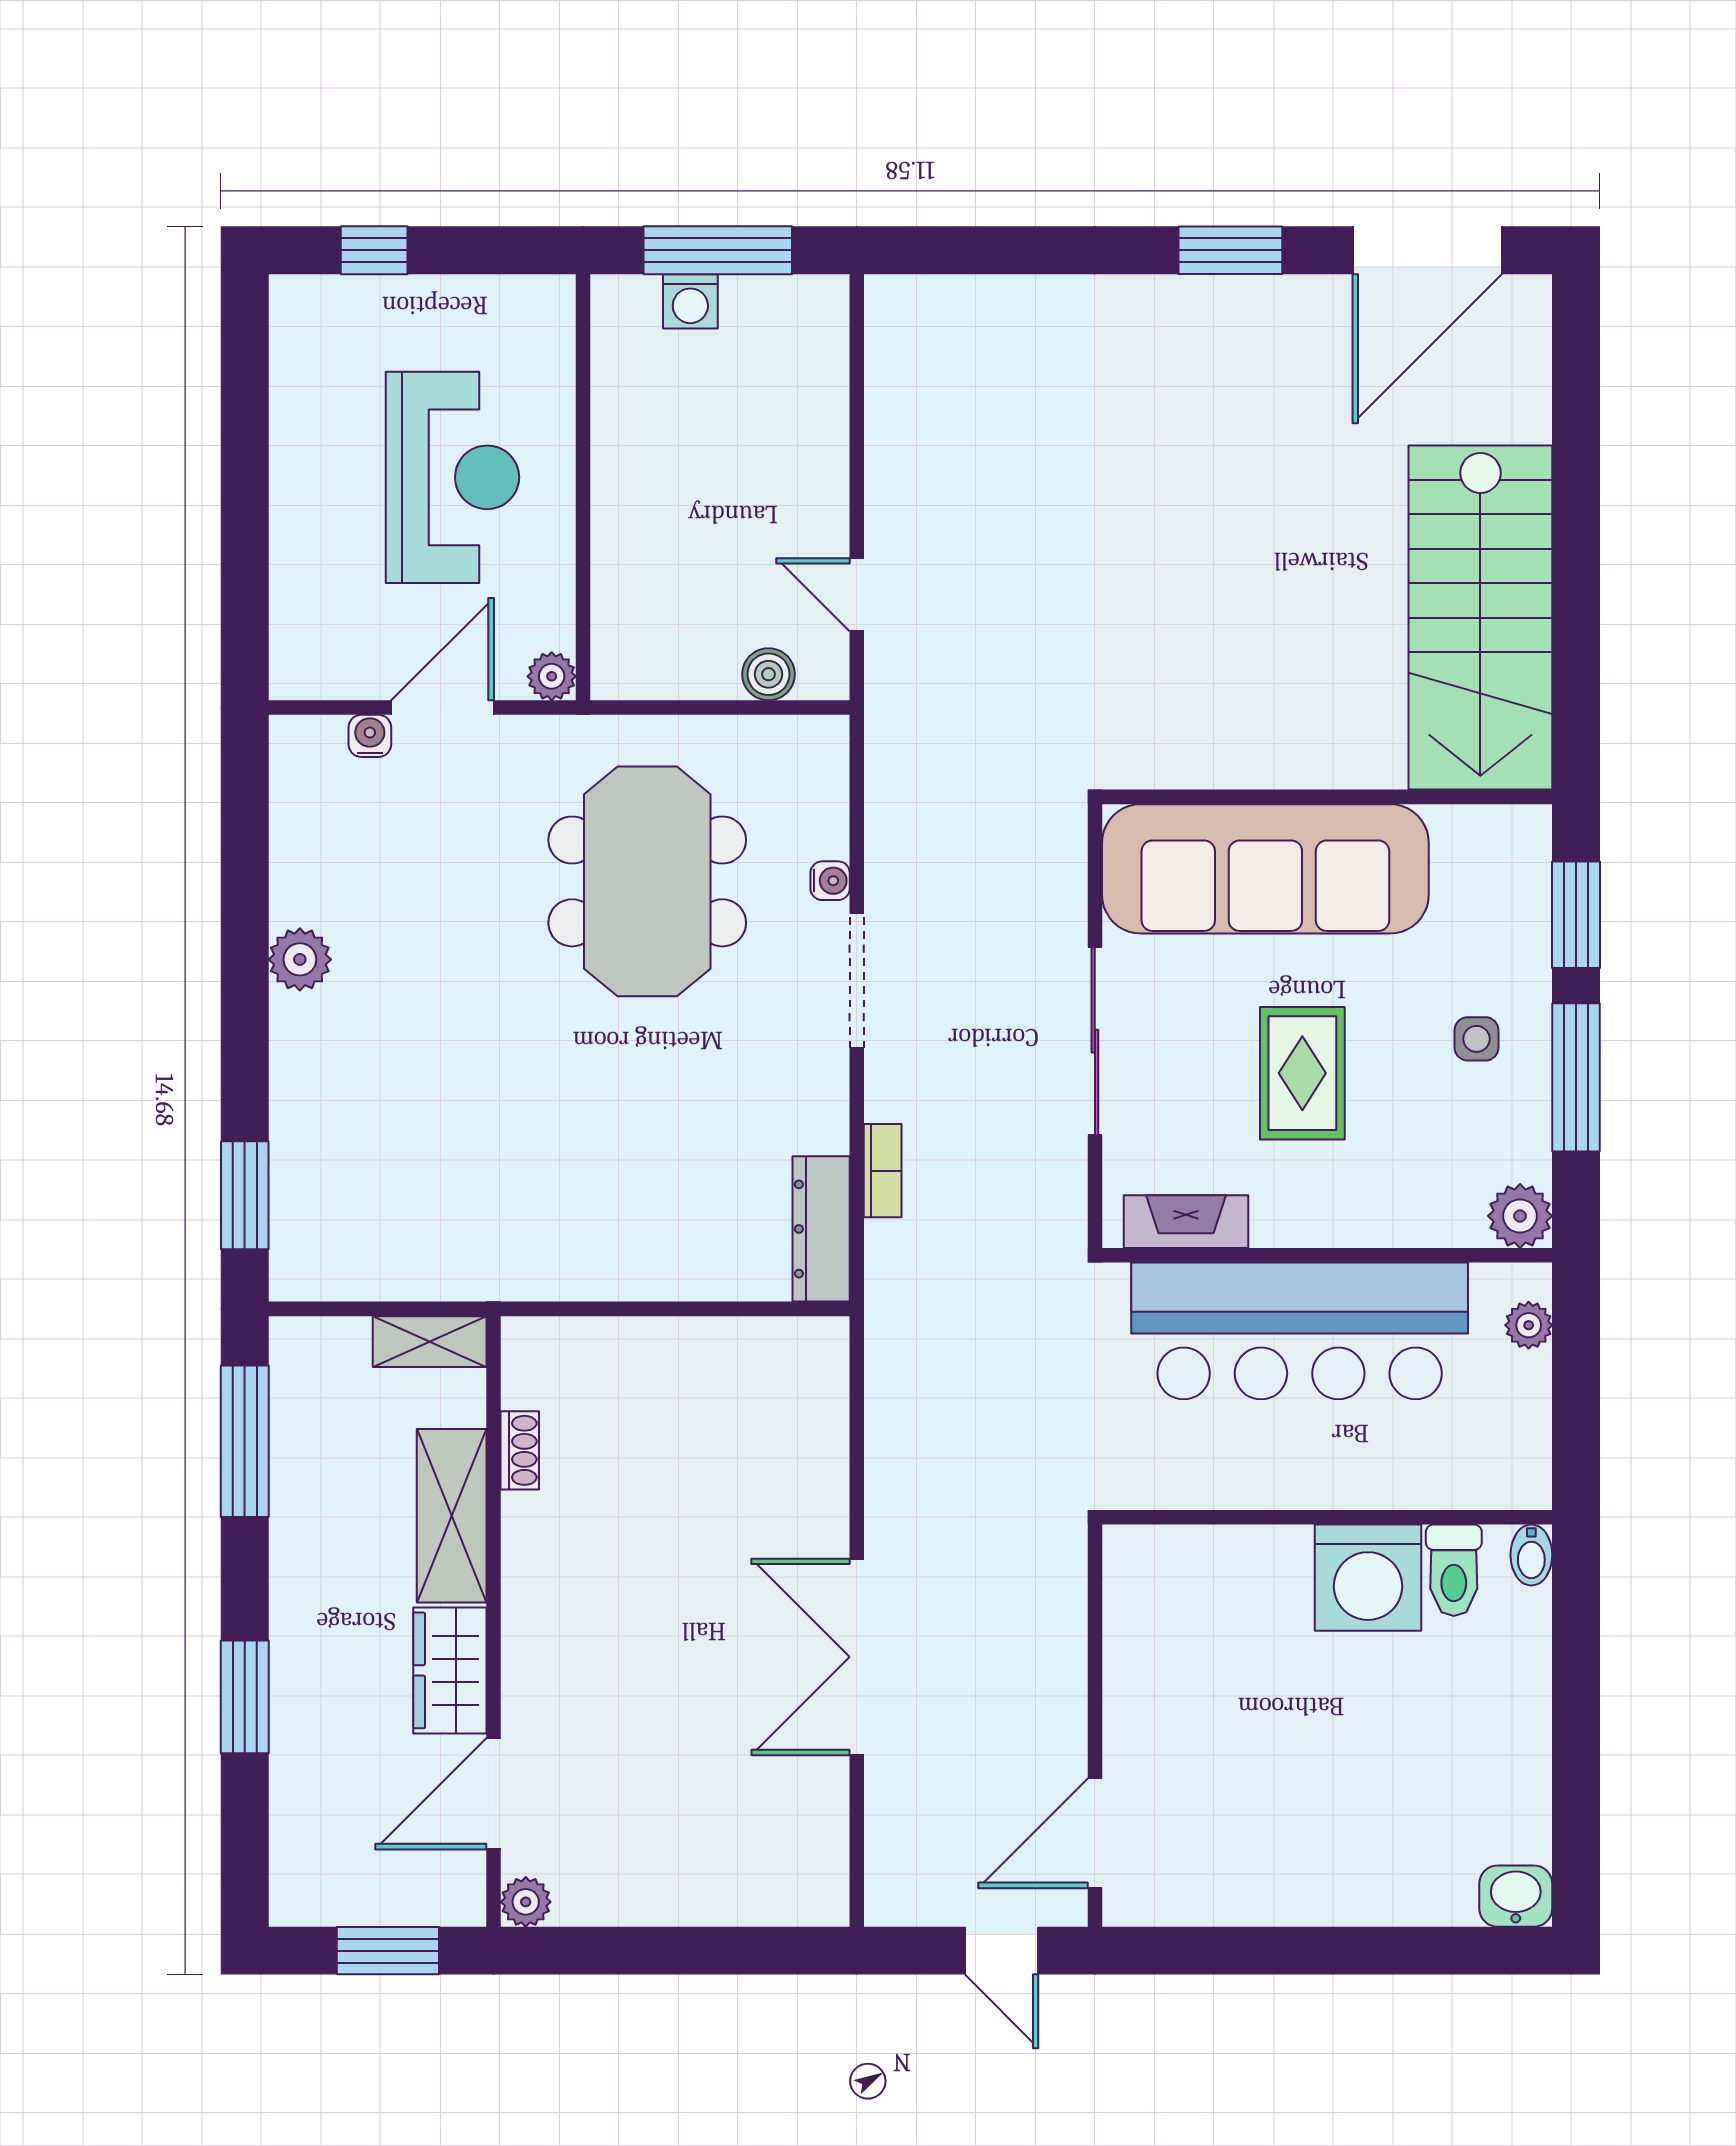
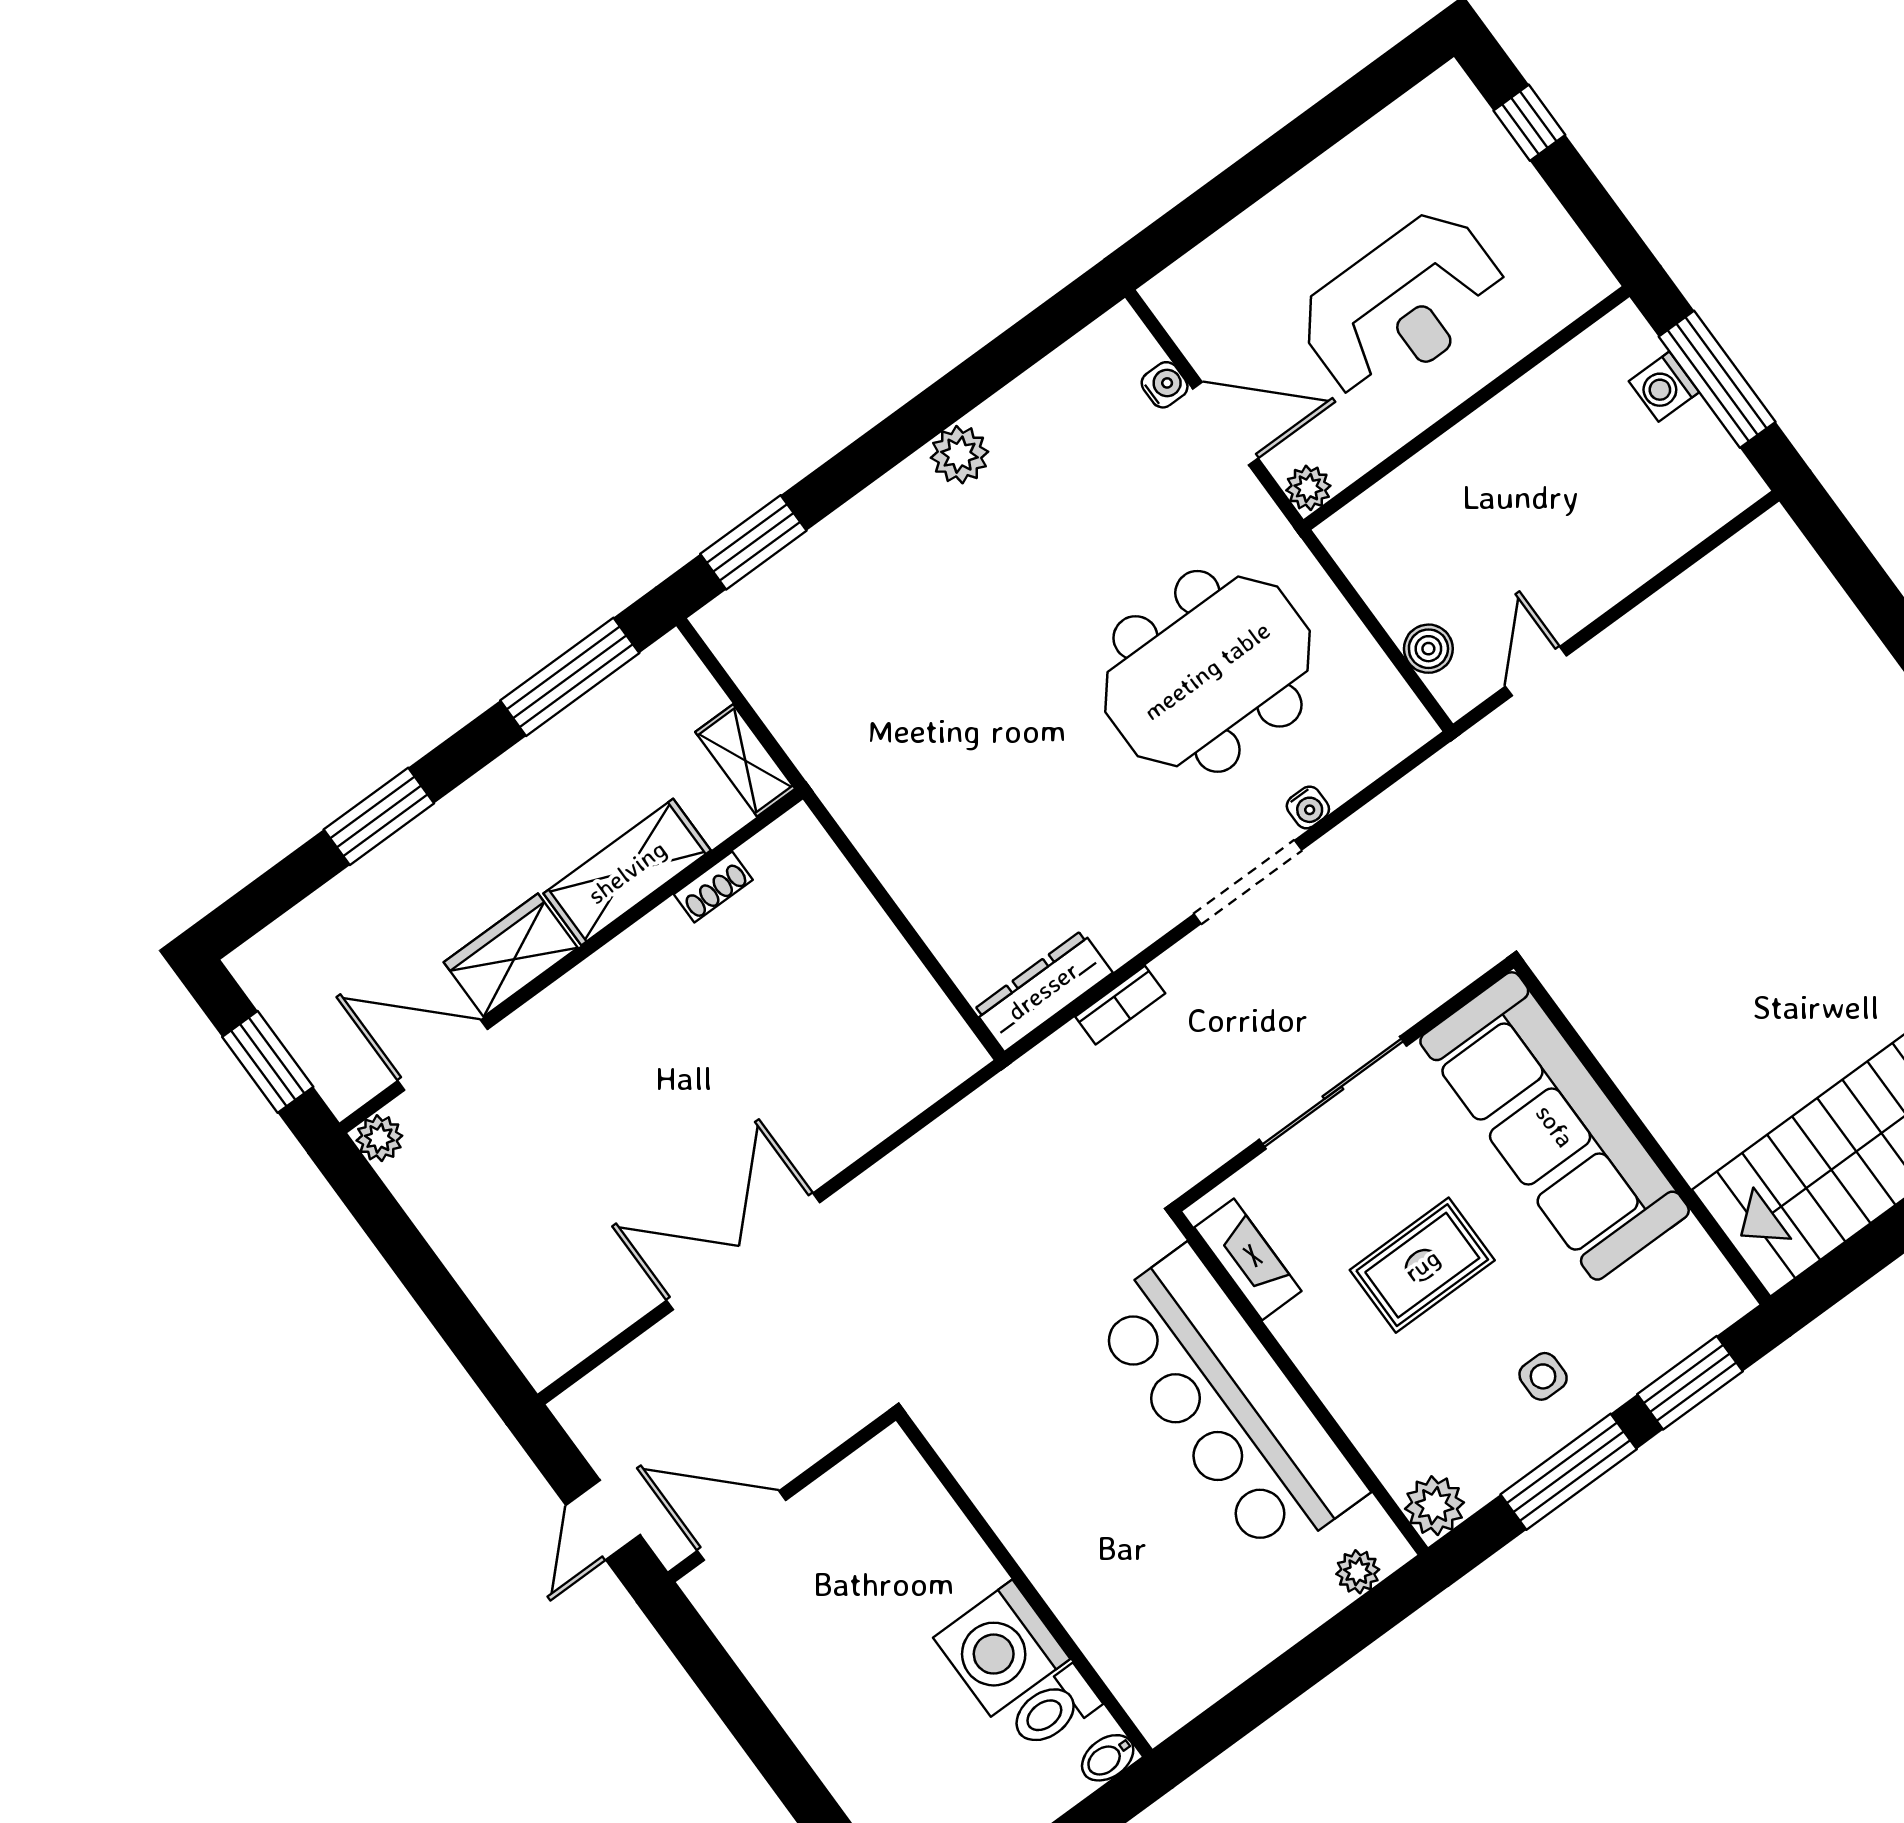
wall: (1327, 1517) -> (1024, 1585), moved
bidet: (1531, 1555) -> (1108, 1758), moved
toilet: (1454, 1570) -> (1054, 1708), moved
washing machine: (1368, 1578) -> (1002, 1648), moved

